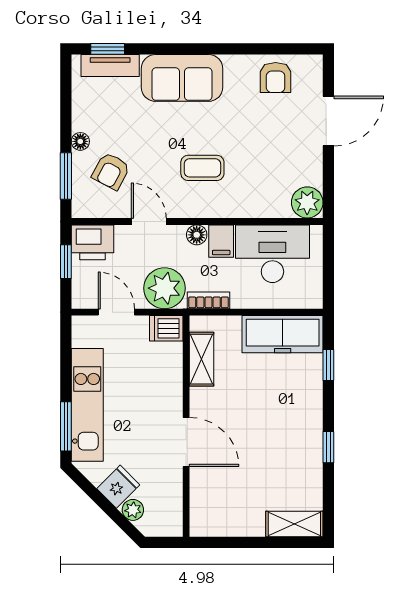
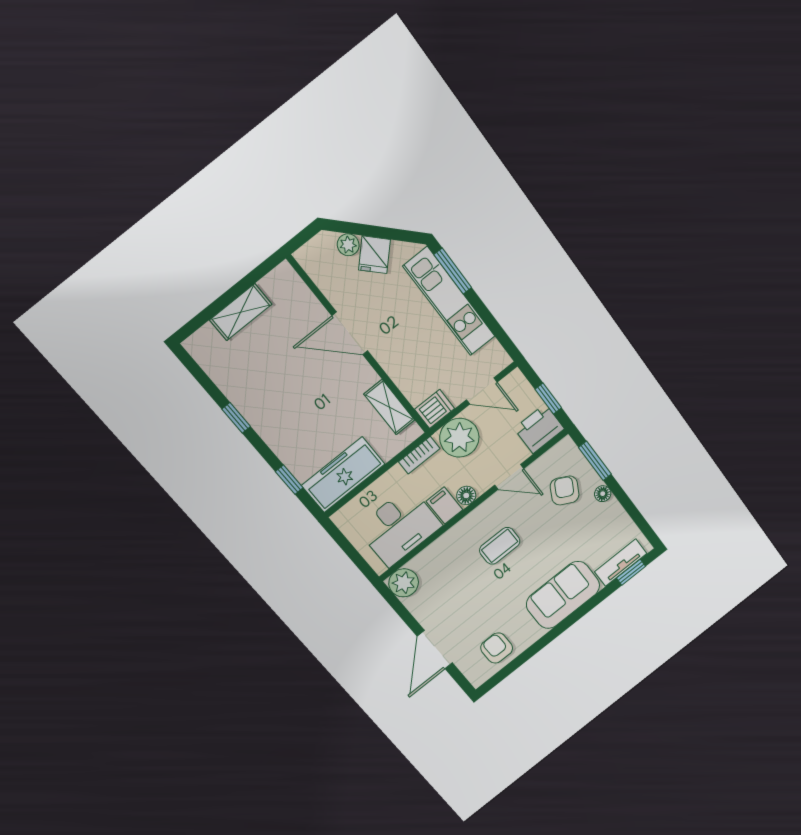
shelving: (294, 524) -> (241, 312), moved

